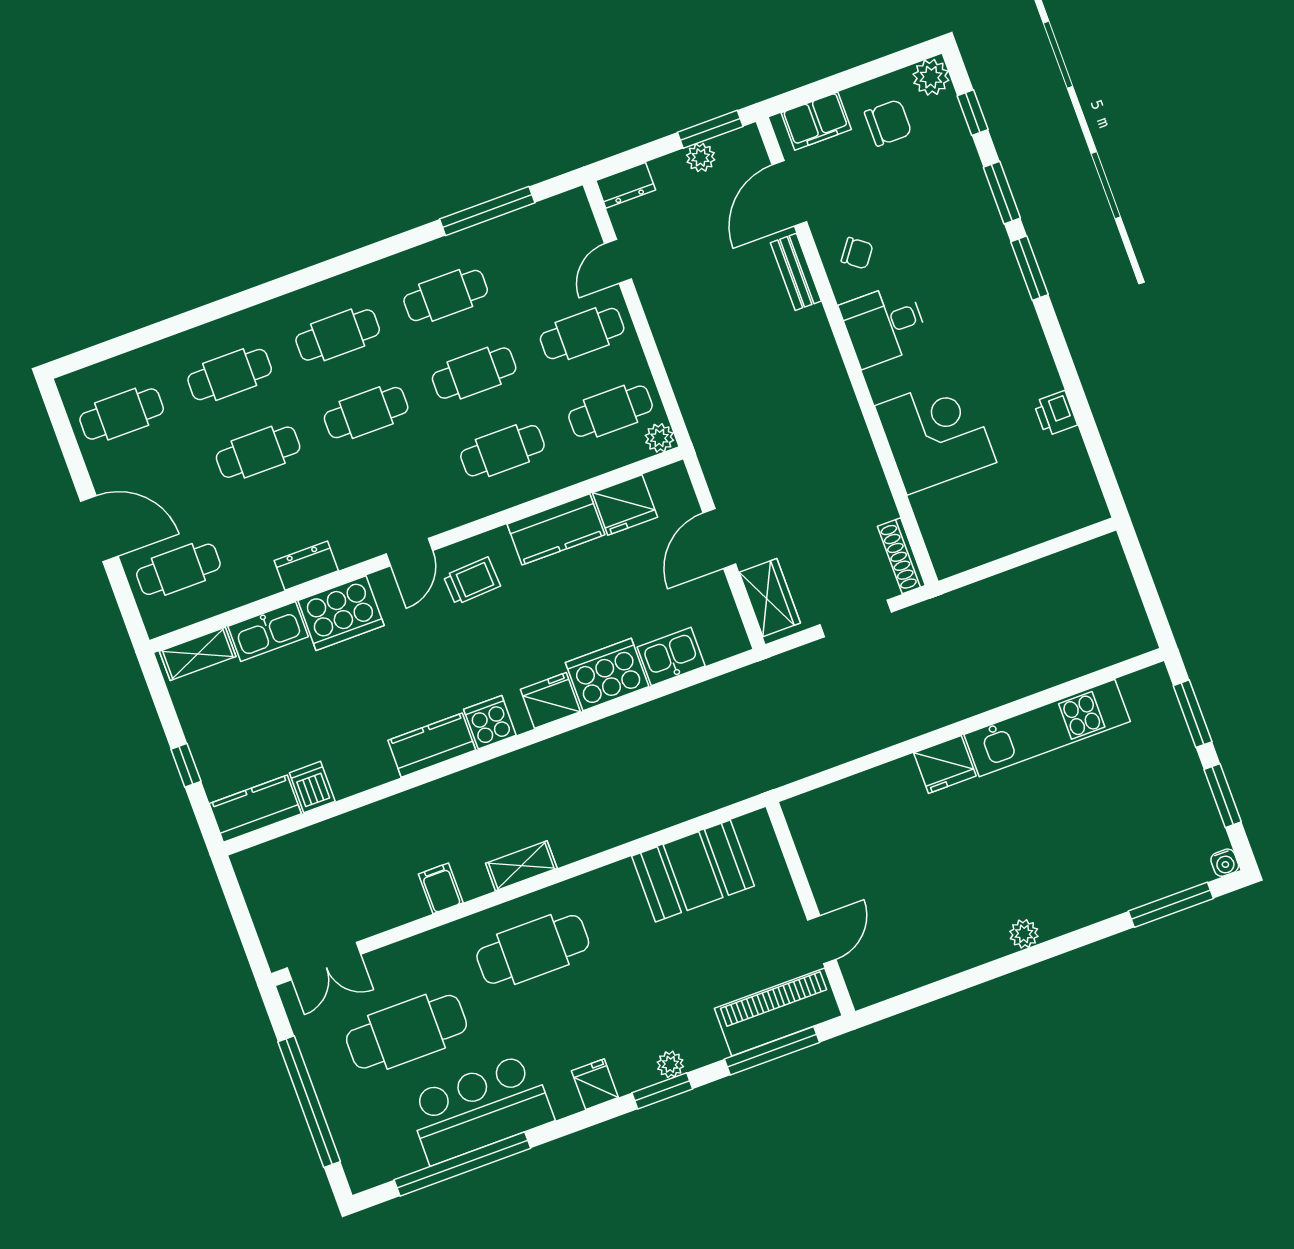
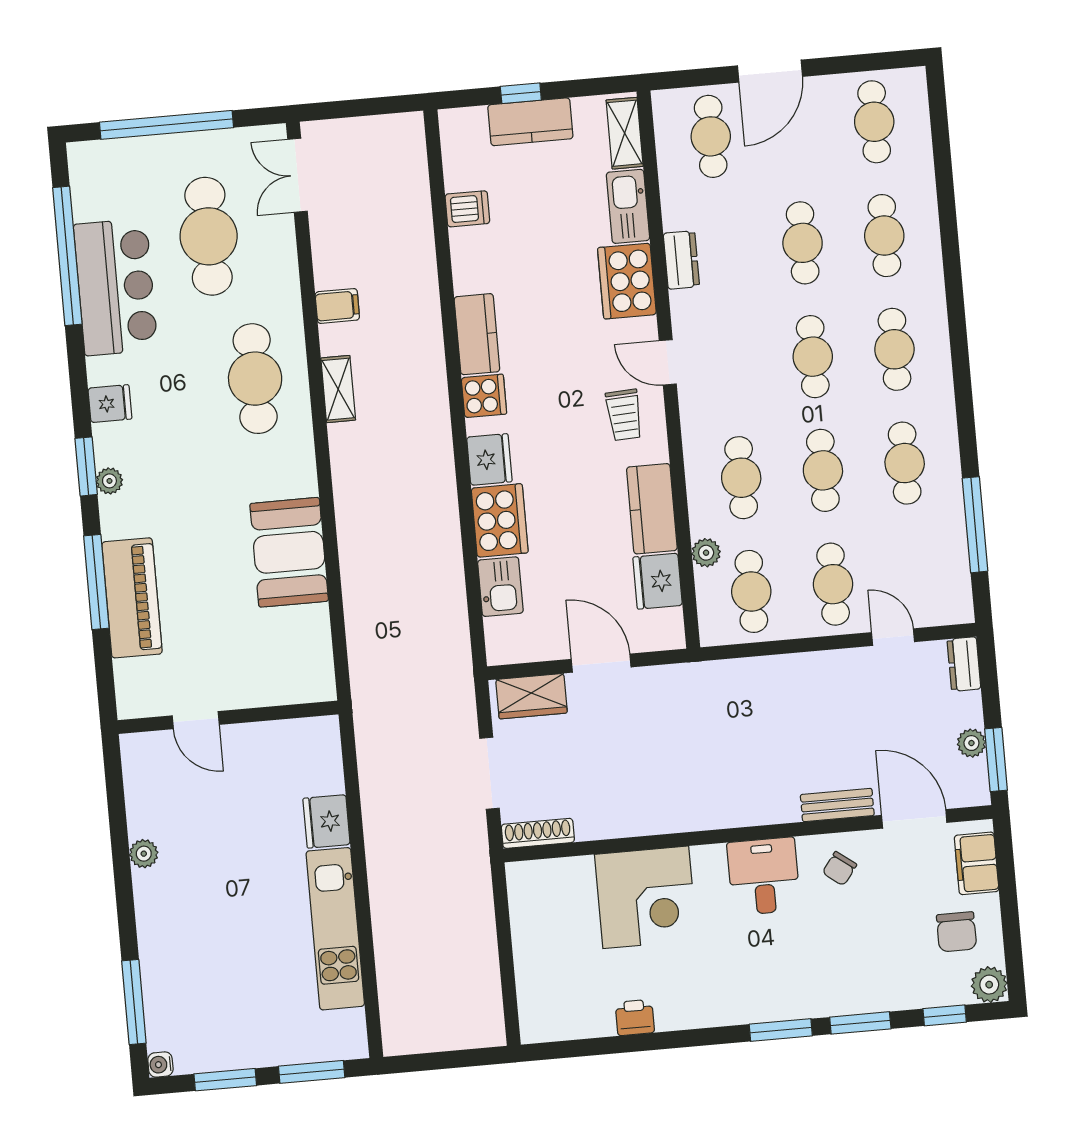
plant: (659, 438) -> (706, 553), moved
kitchen counter: (255, 809) -> (530, 122), moved, turned 90
wall: (811, 909) -> (228, 717), moved
door: (822, 940) -> (196, 720), moved

